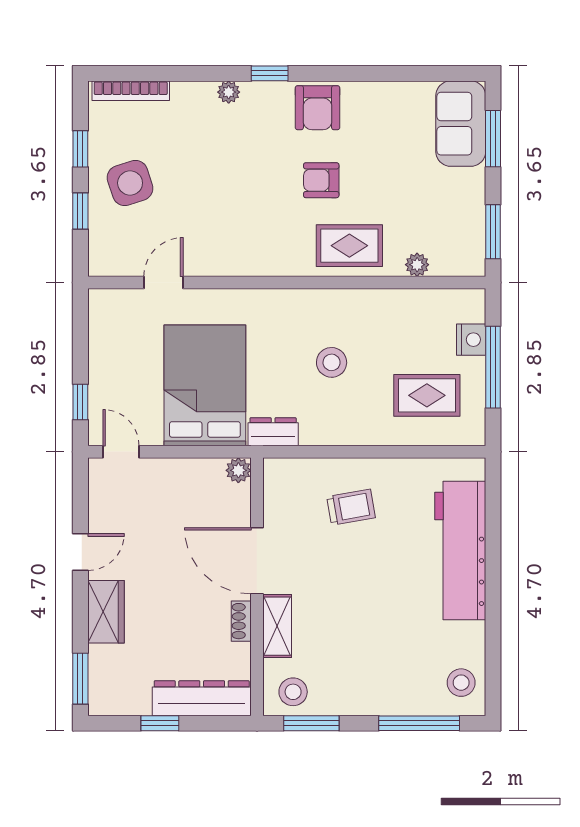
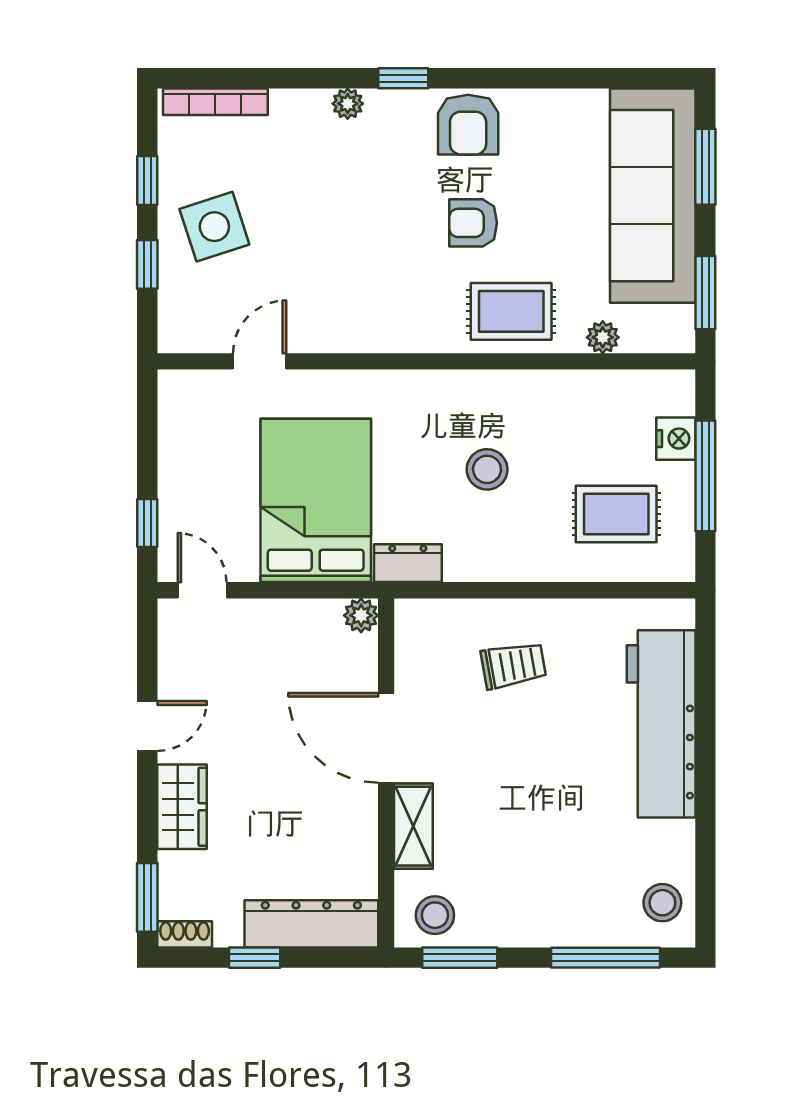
sofa: (461, 124) -> (653, 196), width x1.85, depth x1.27
shoe rack: (241, 621) -> (185, 934), moved, turned 90

